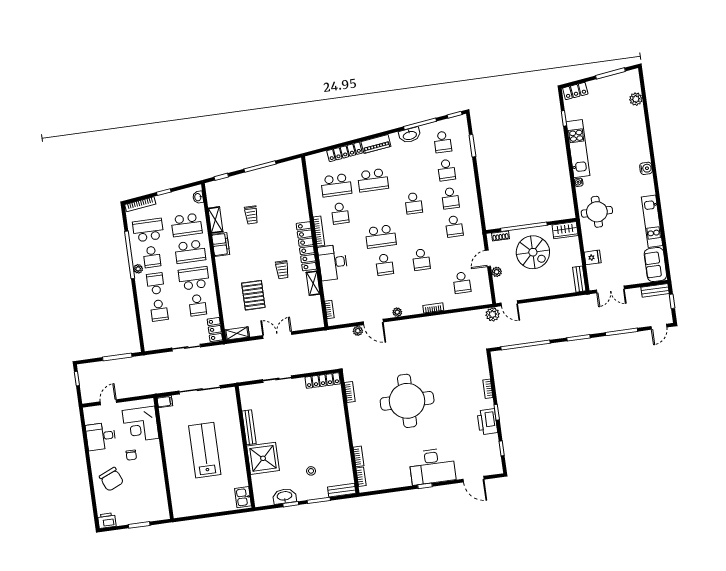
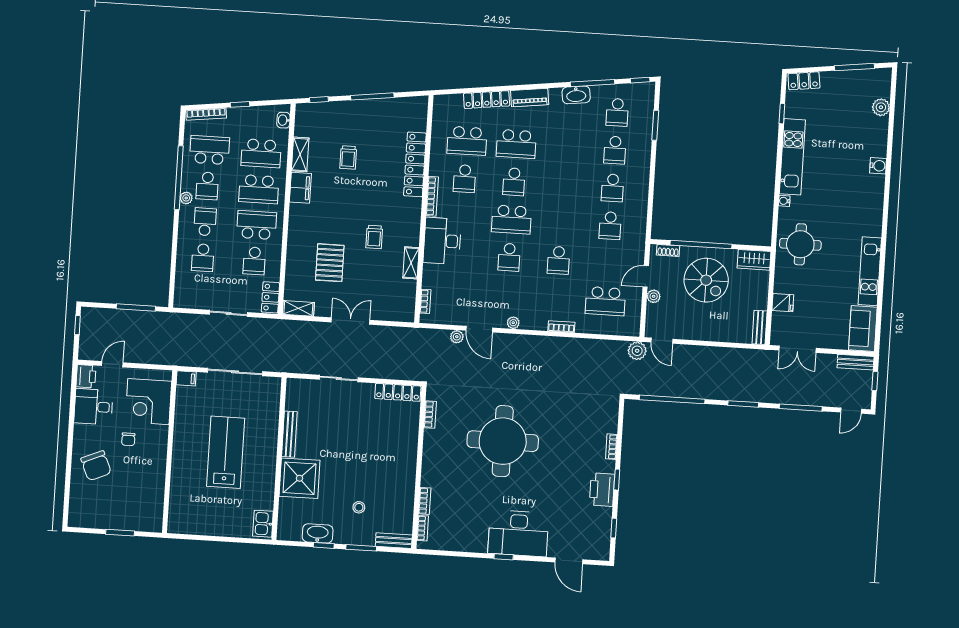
water cooler: (646, 168) -> (878, 166), moved
school desk: (414, 203) -> (514, 182), moved
locker: (306, 246) -> (415, 164), moved
school desk: (462, 283) -> (605, 301), width x1.85
printer: (107, 521) -> (86, 376), moved, turned 90

